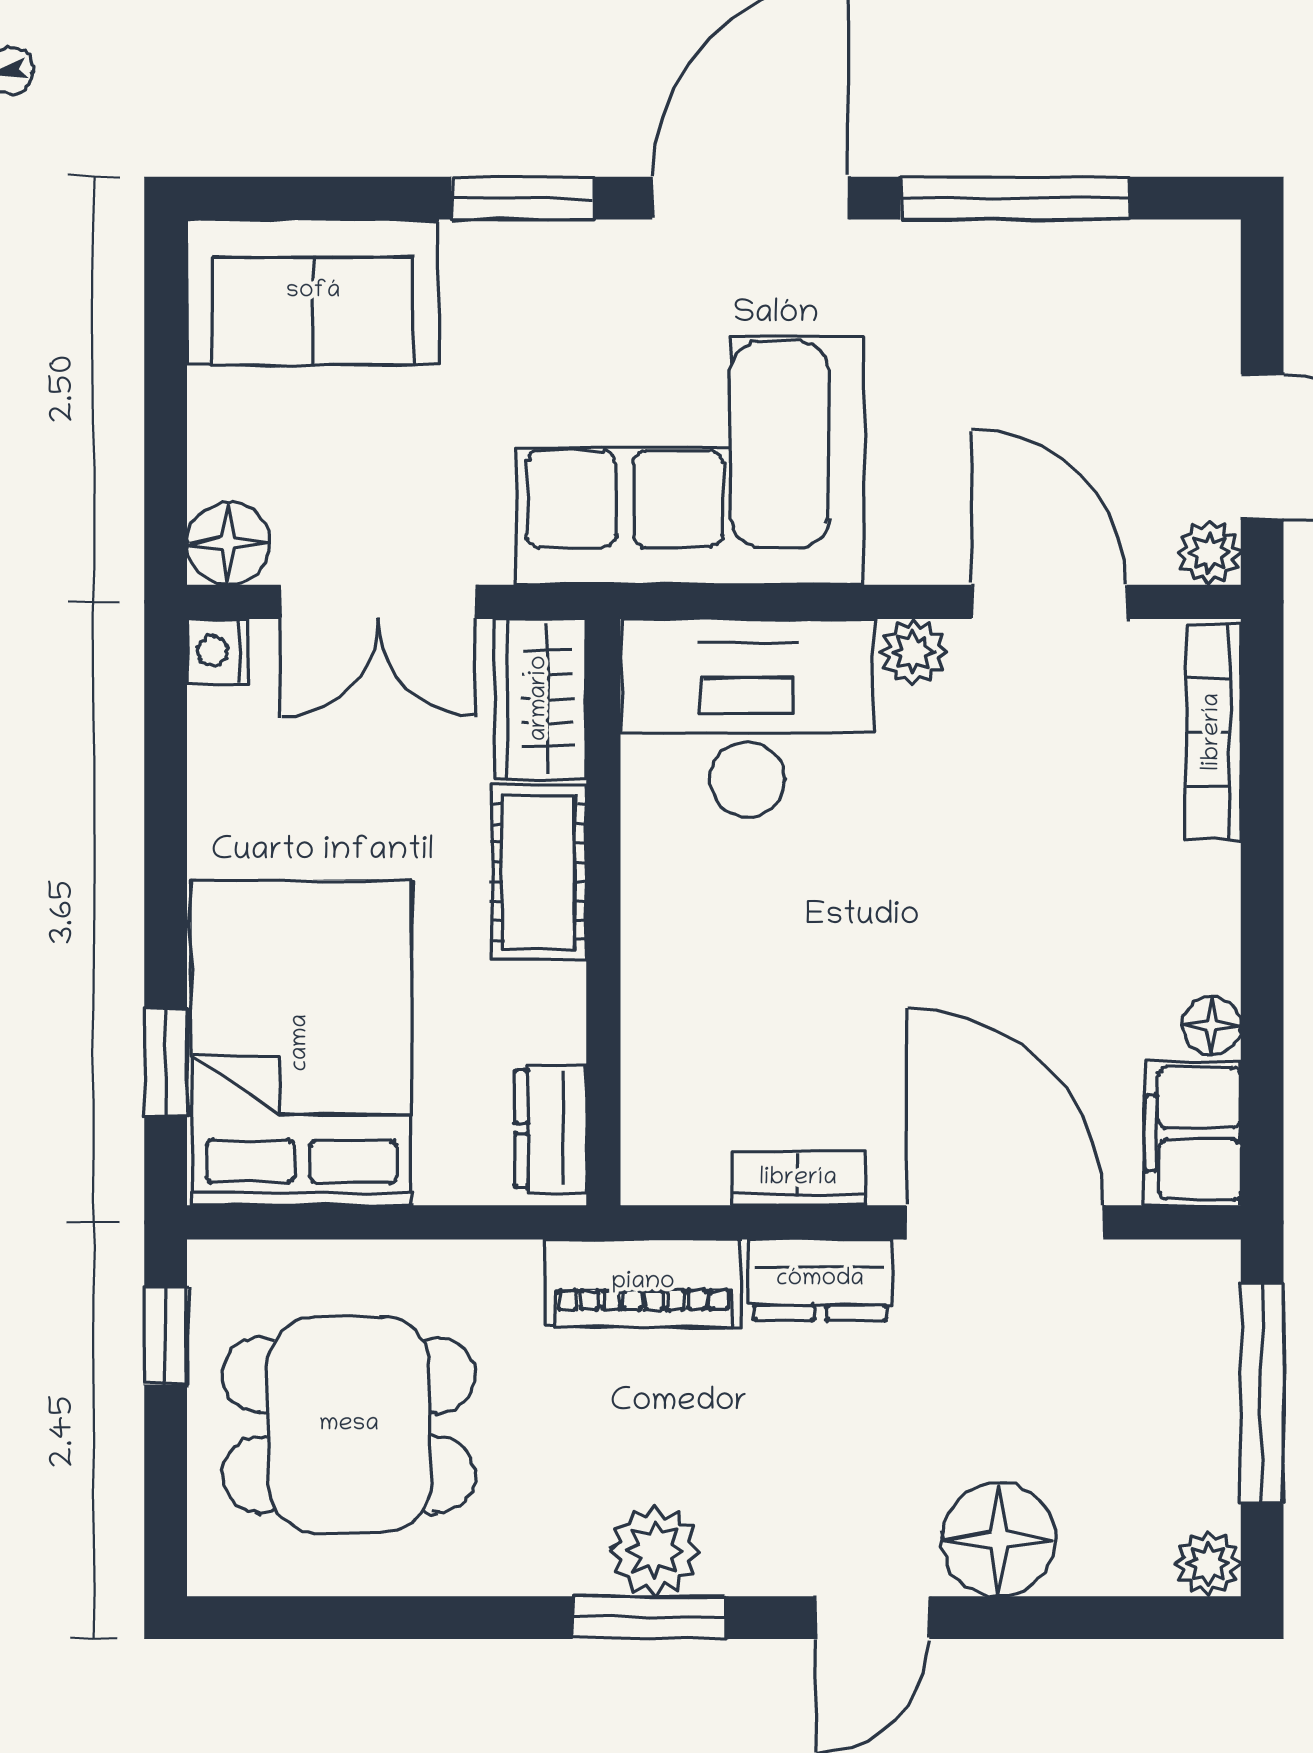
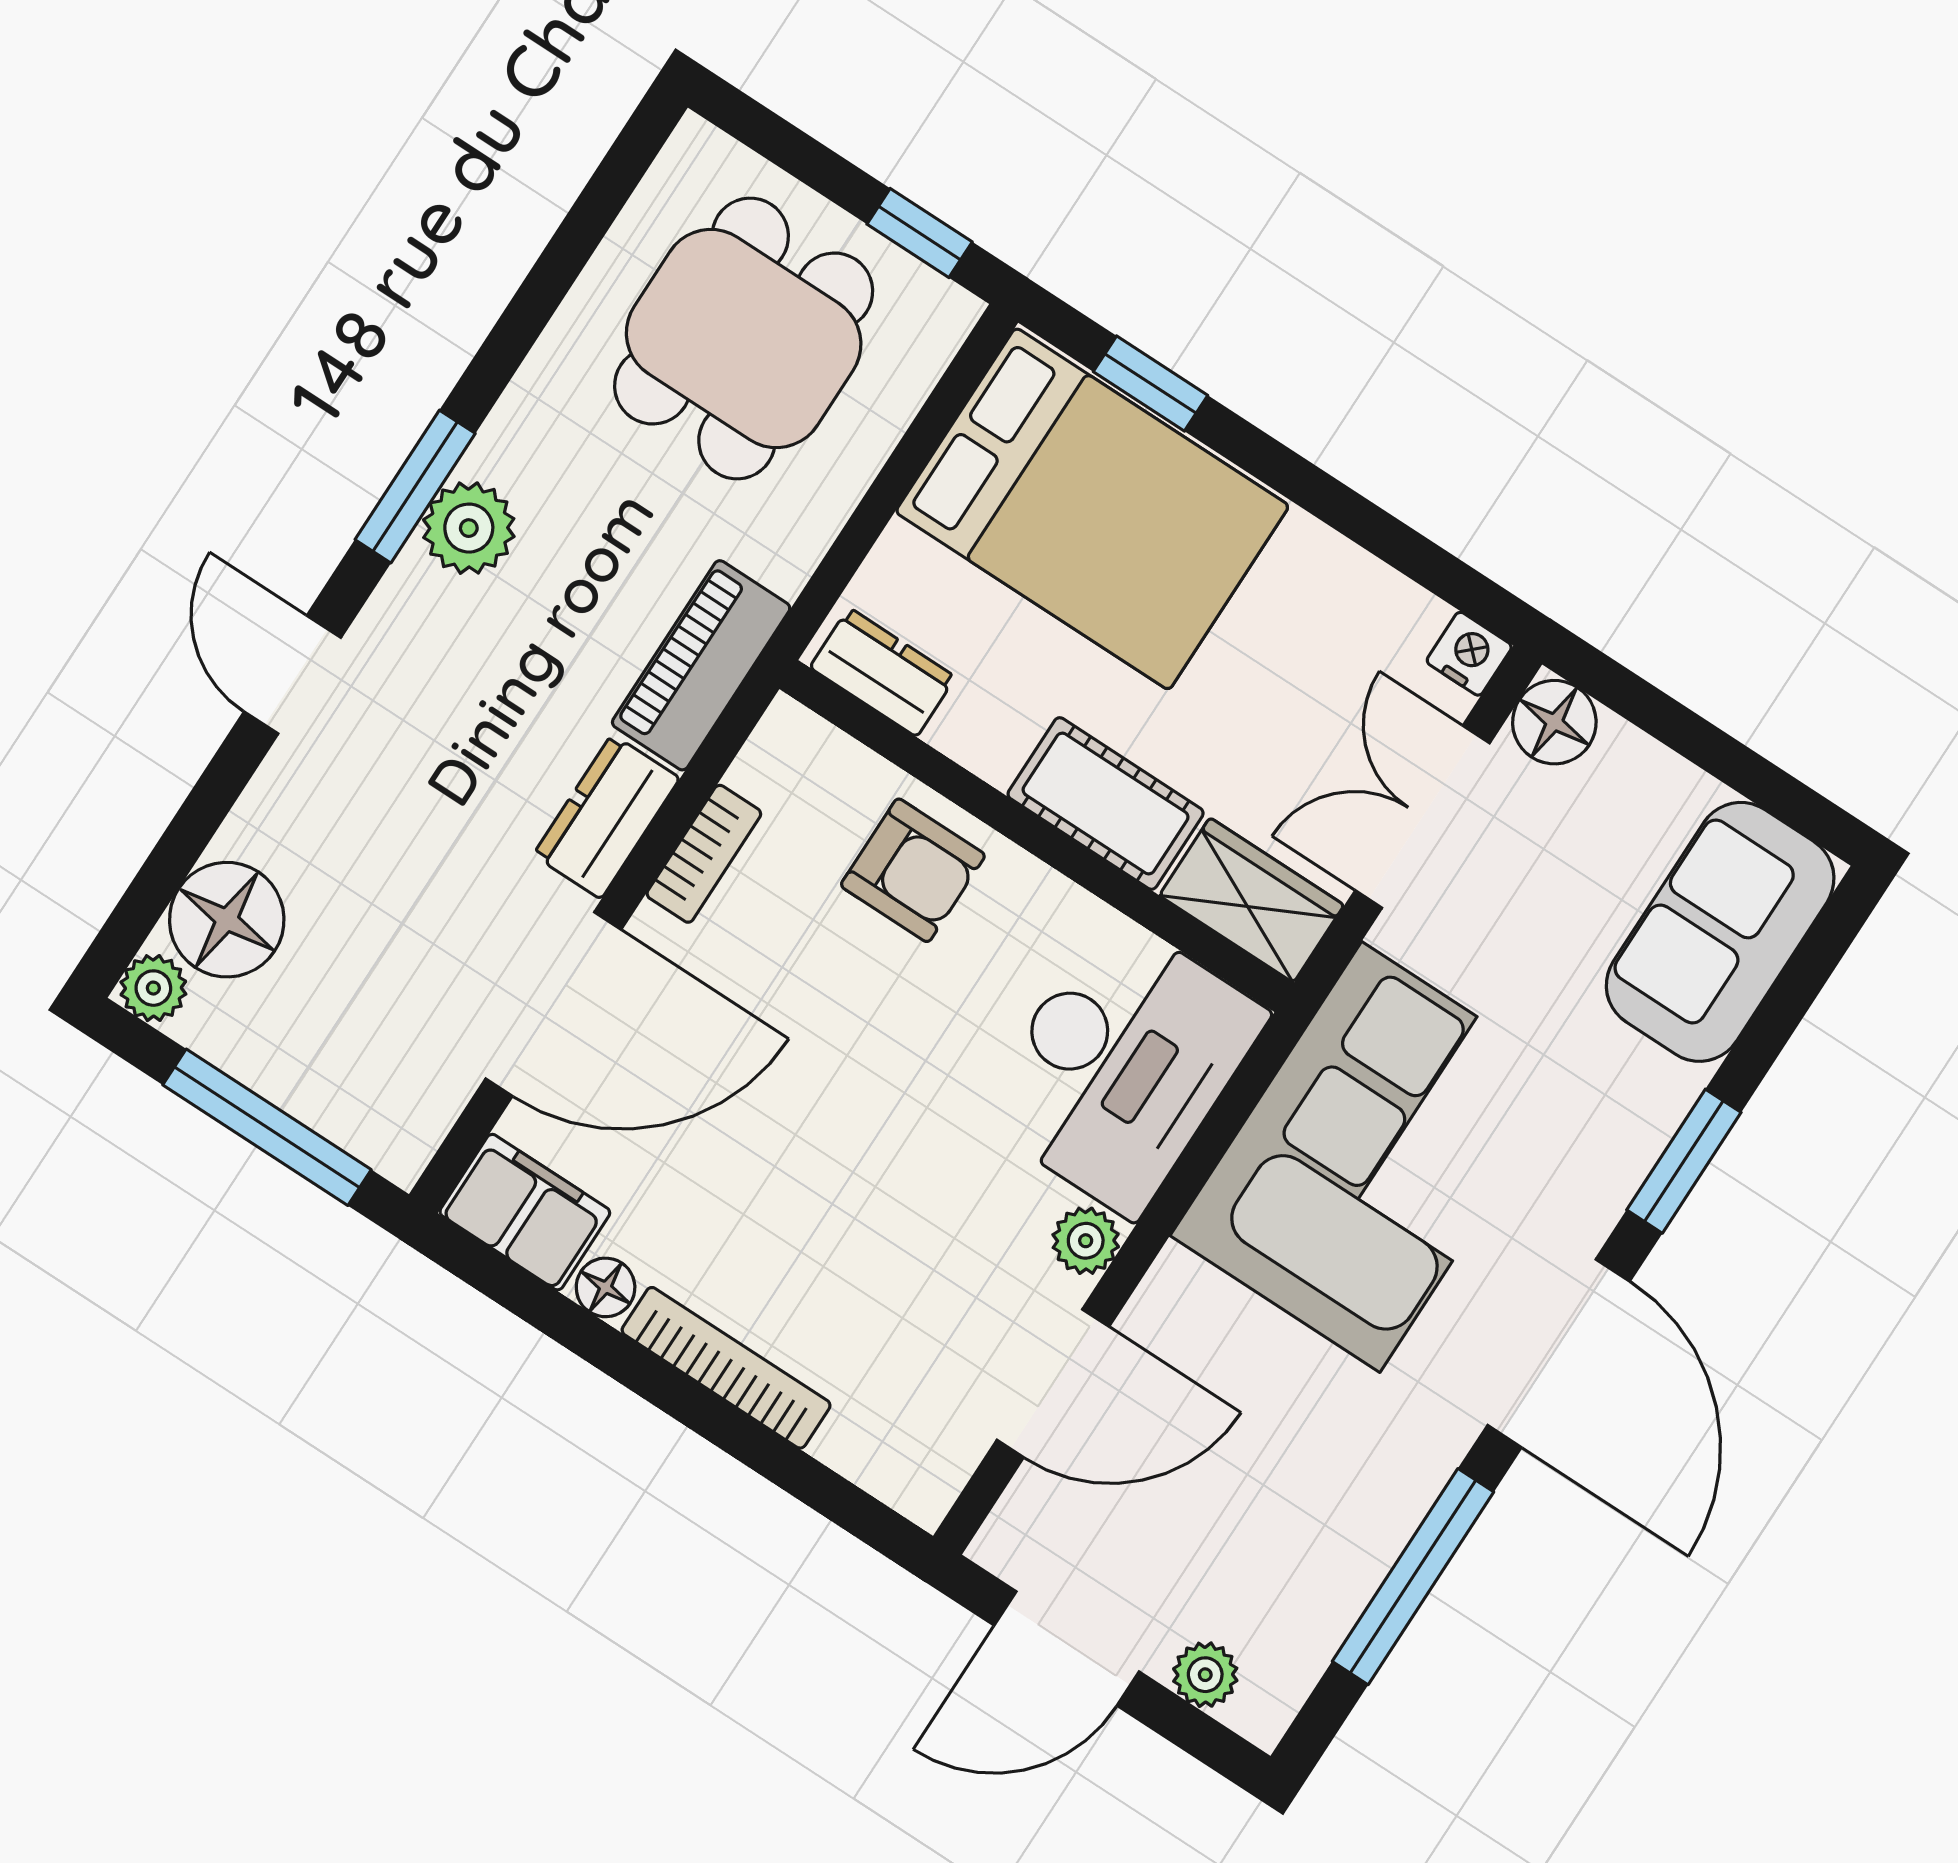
plant: (1209, 553) -> (1205, 1675), moved
bookcase: (1213, 732) -> (726, 1368), moved
armchair: (699, 996) -> (913, 870), added
floor lamp: (998, 1540) -> (227, 920), moved

